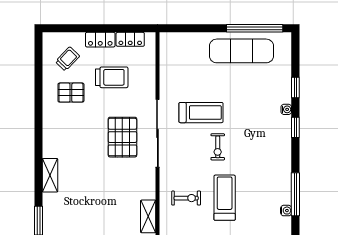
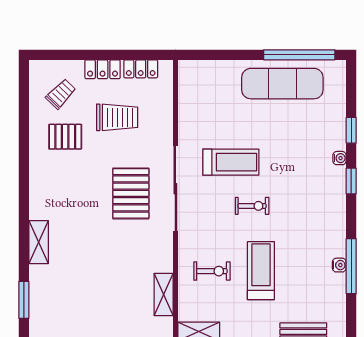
exercise bike: (218, 147) -> (252, 206), turned -90
water cooler: (286, 211) -> (339, 265), moved

